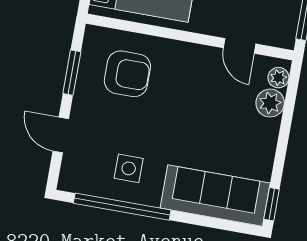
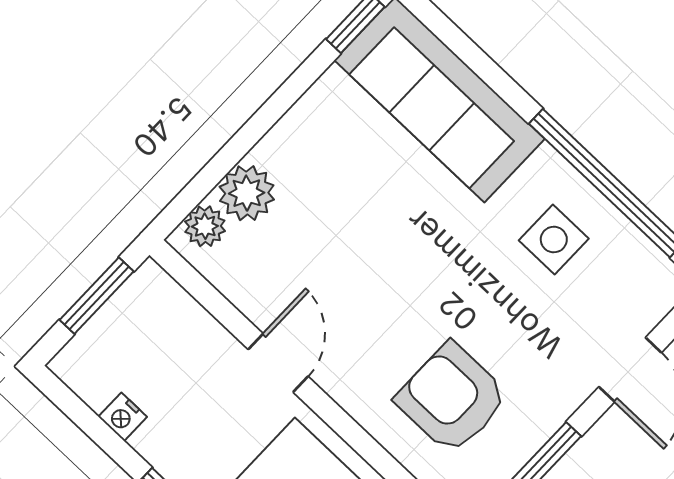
door: (240, 46) -> (278, 363), moved

